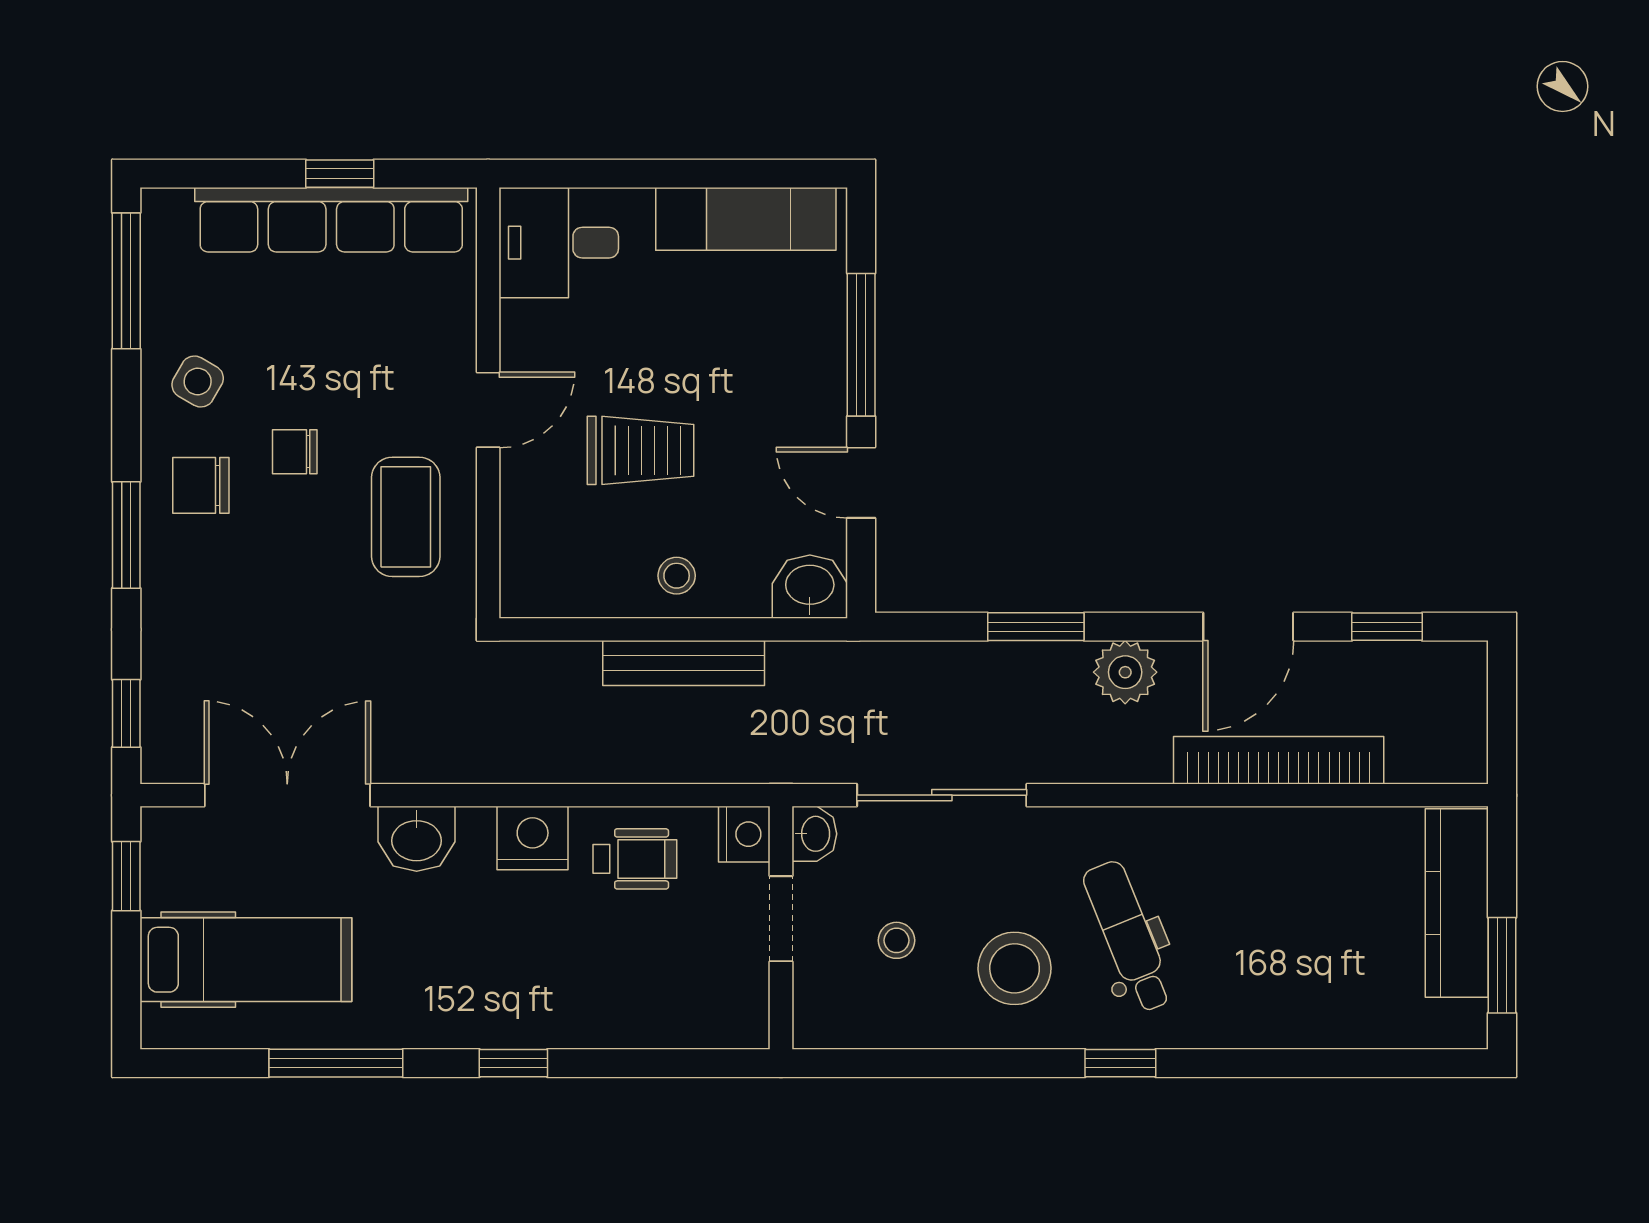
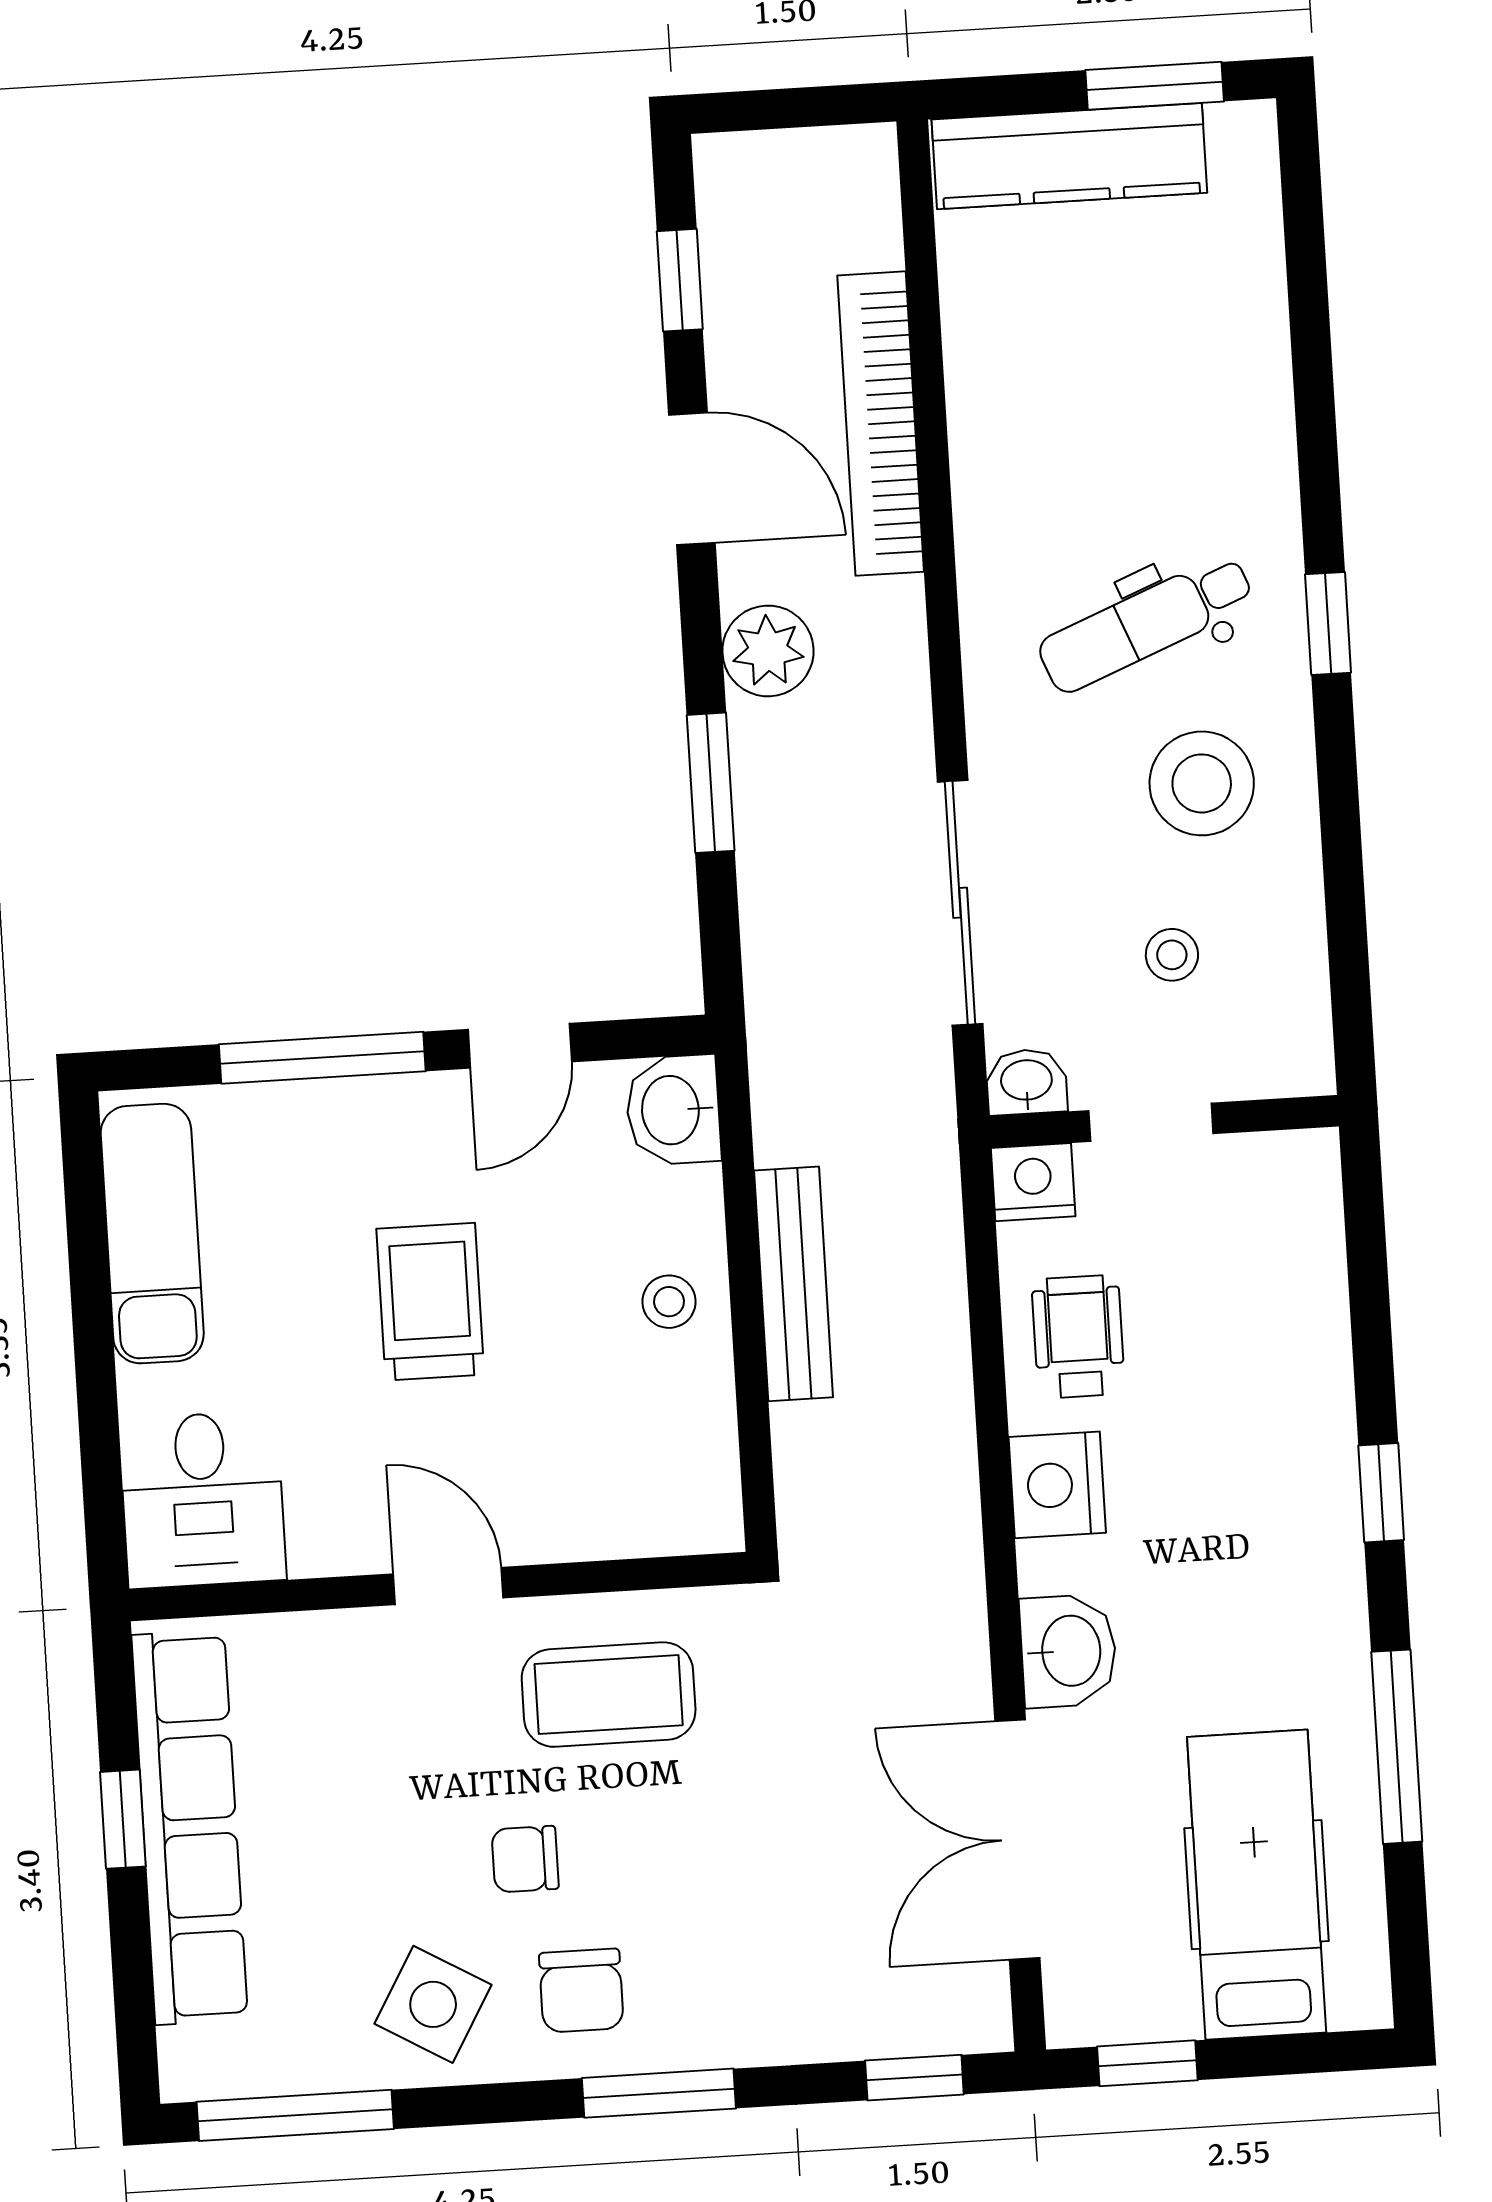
side table: (198, 382) -> (433, 2004), width x1.37, depth x1.37
trolley: (640, 450) -> (430, 1302), moved
chair: (295, 452) -> (525, 1859), turned 90

